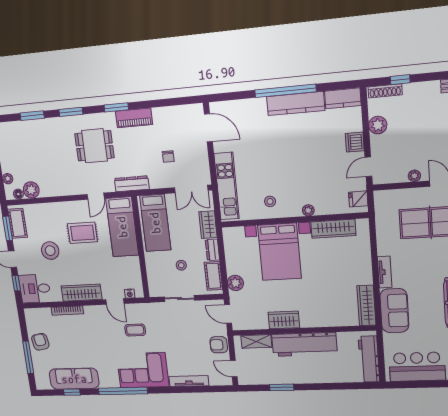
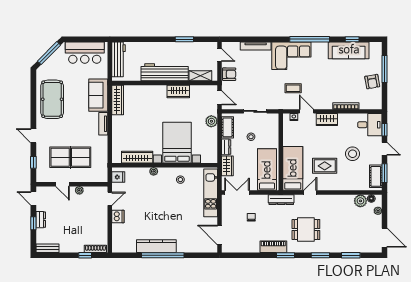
kitchen counter: (343, 98) -> (124, 247), removed
plant: (378, 125) -> (102, 227), removed
wardrobe: (81, 293) -> (327, 120), width x0.67

